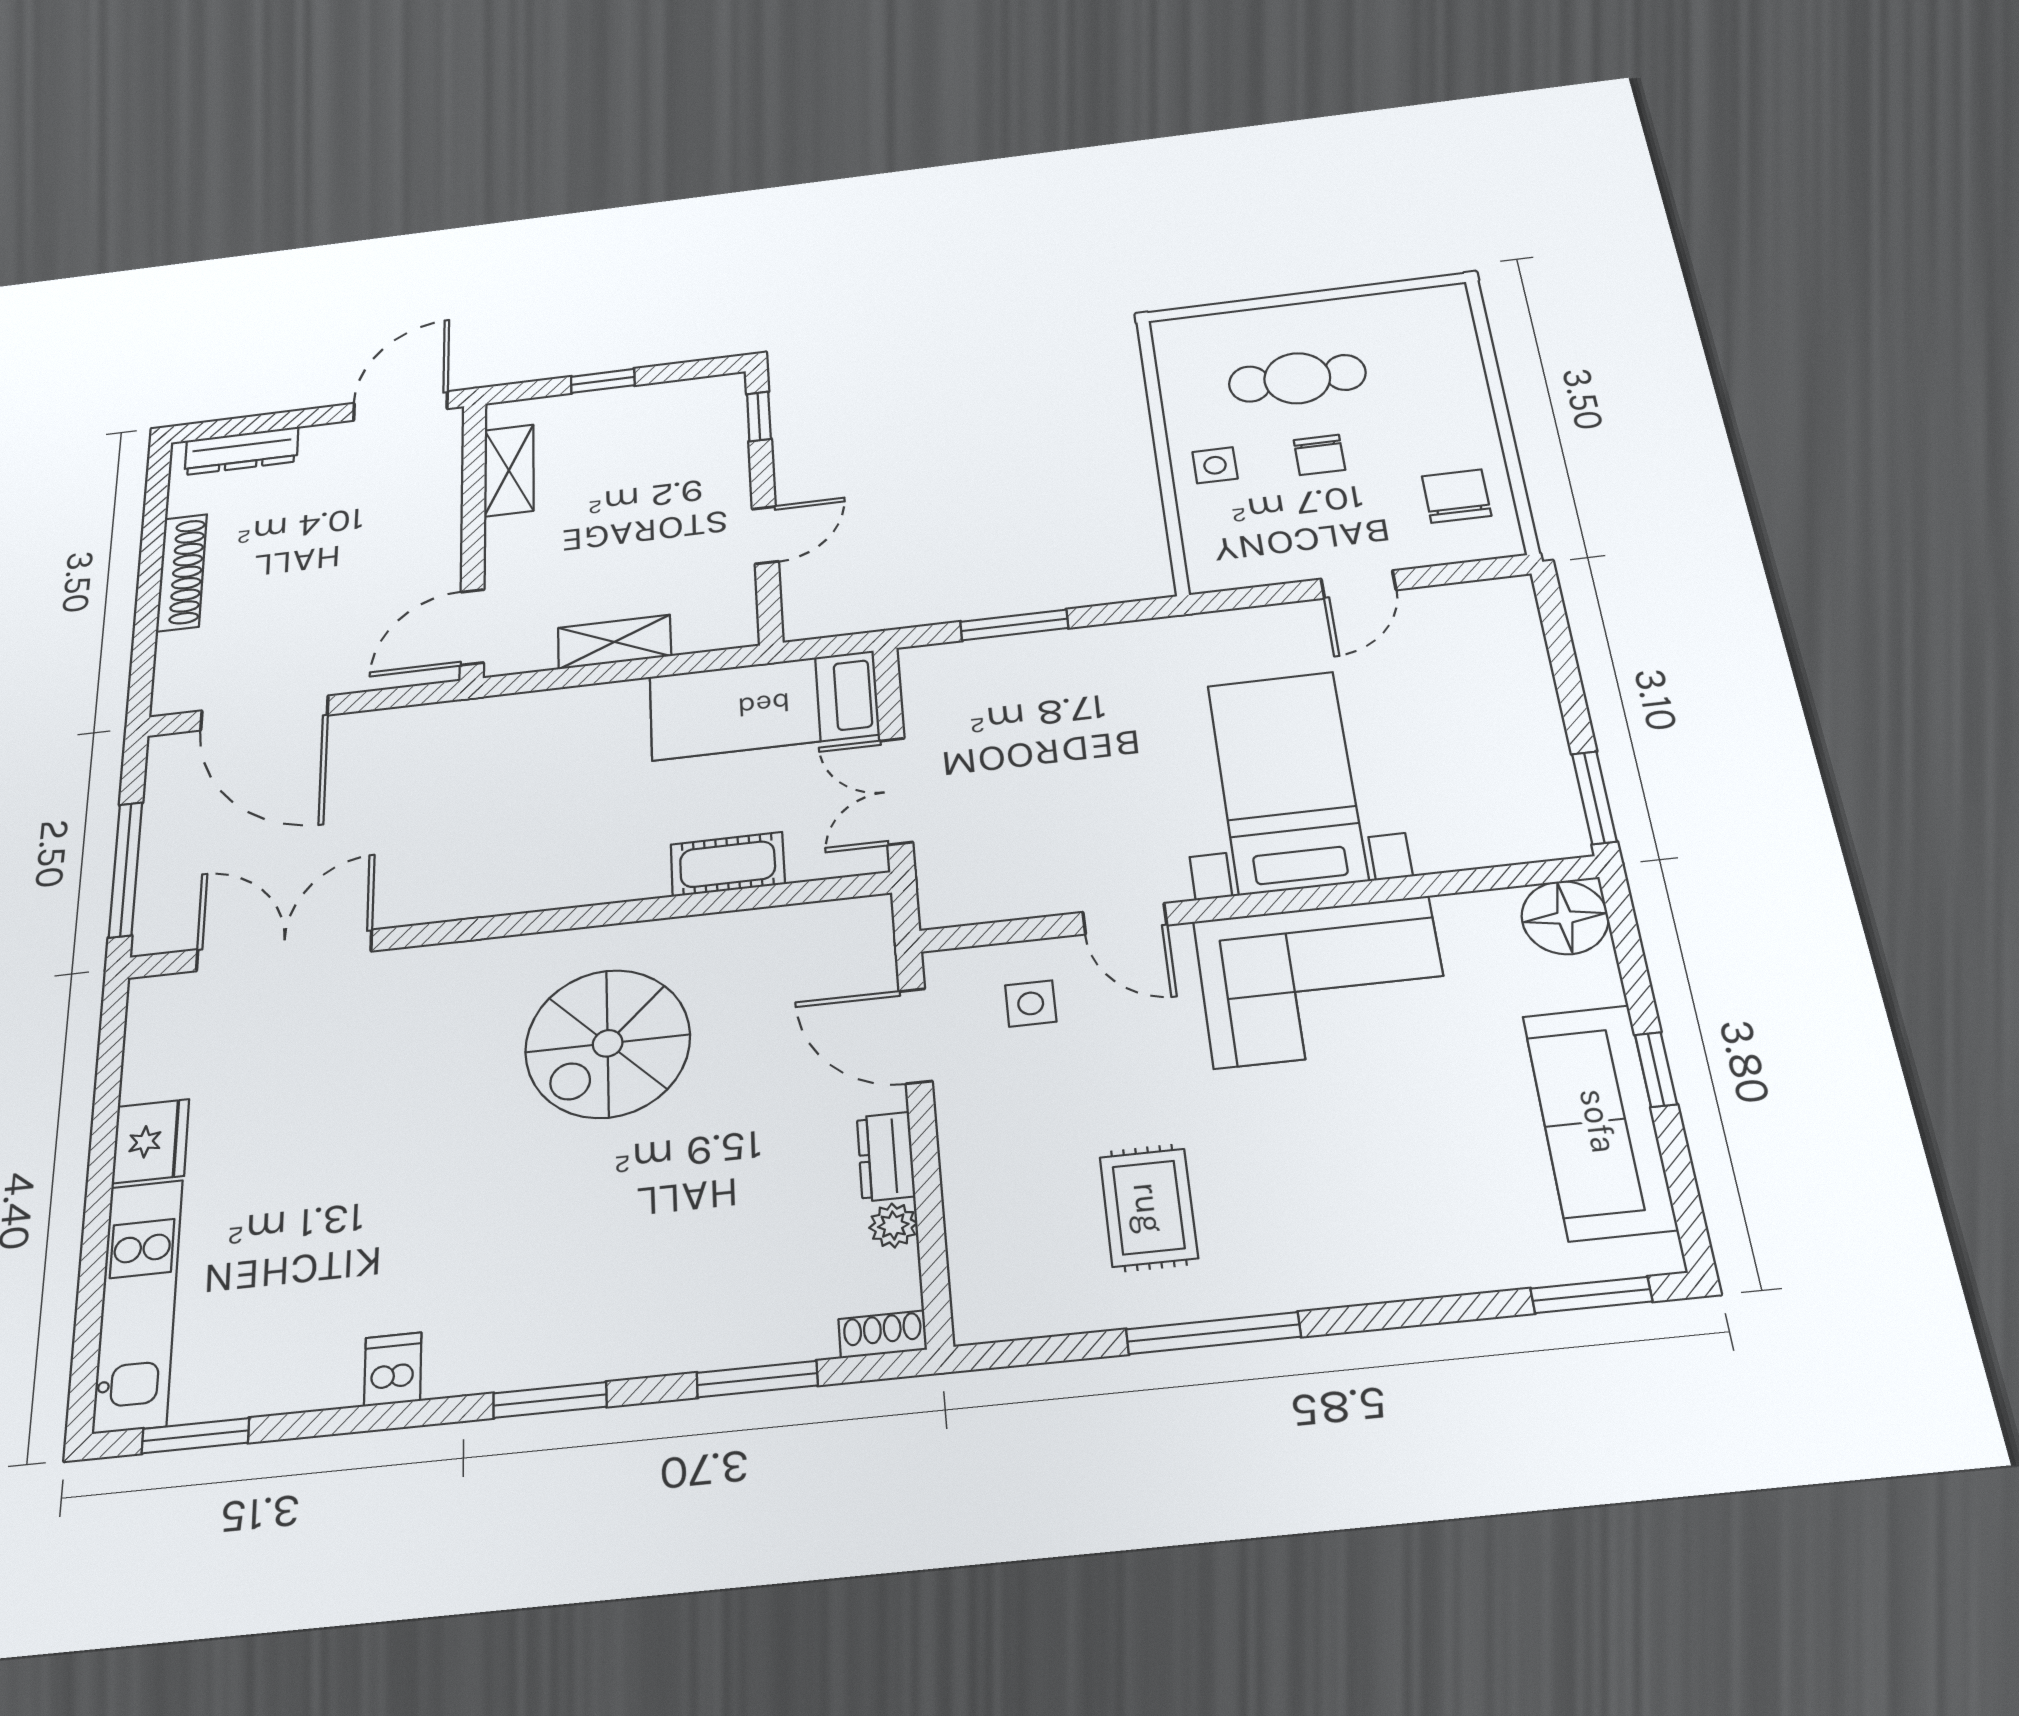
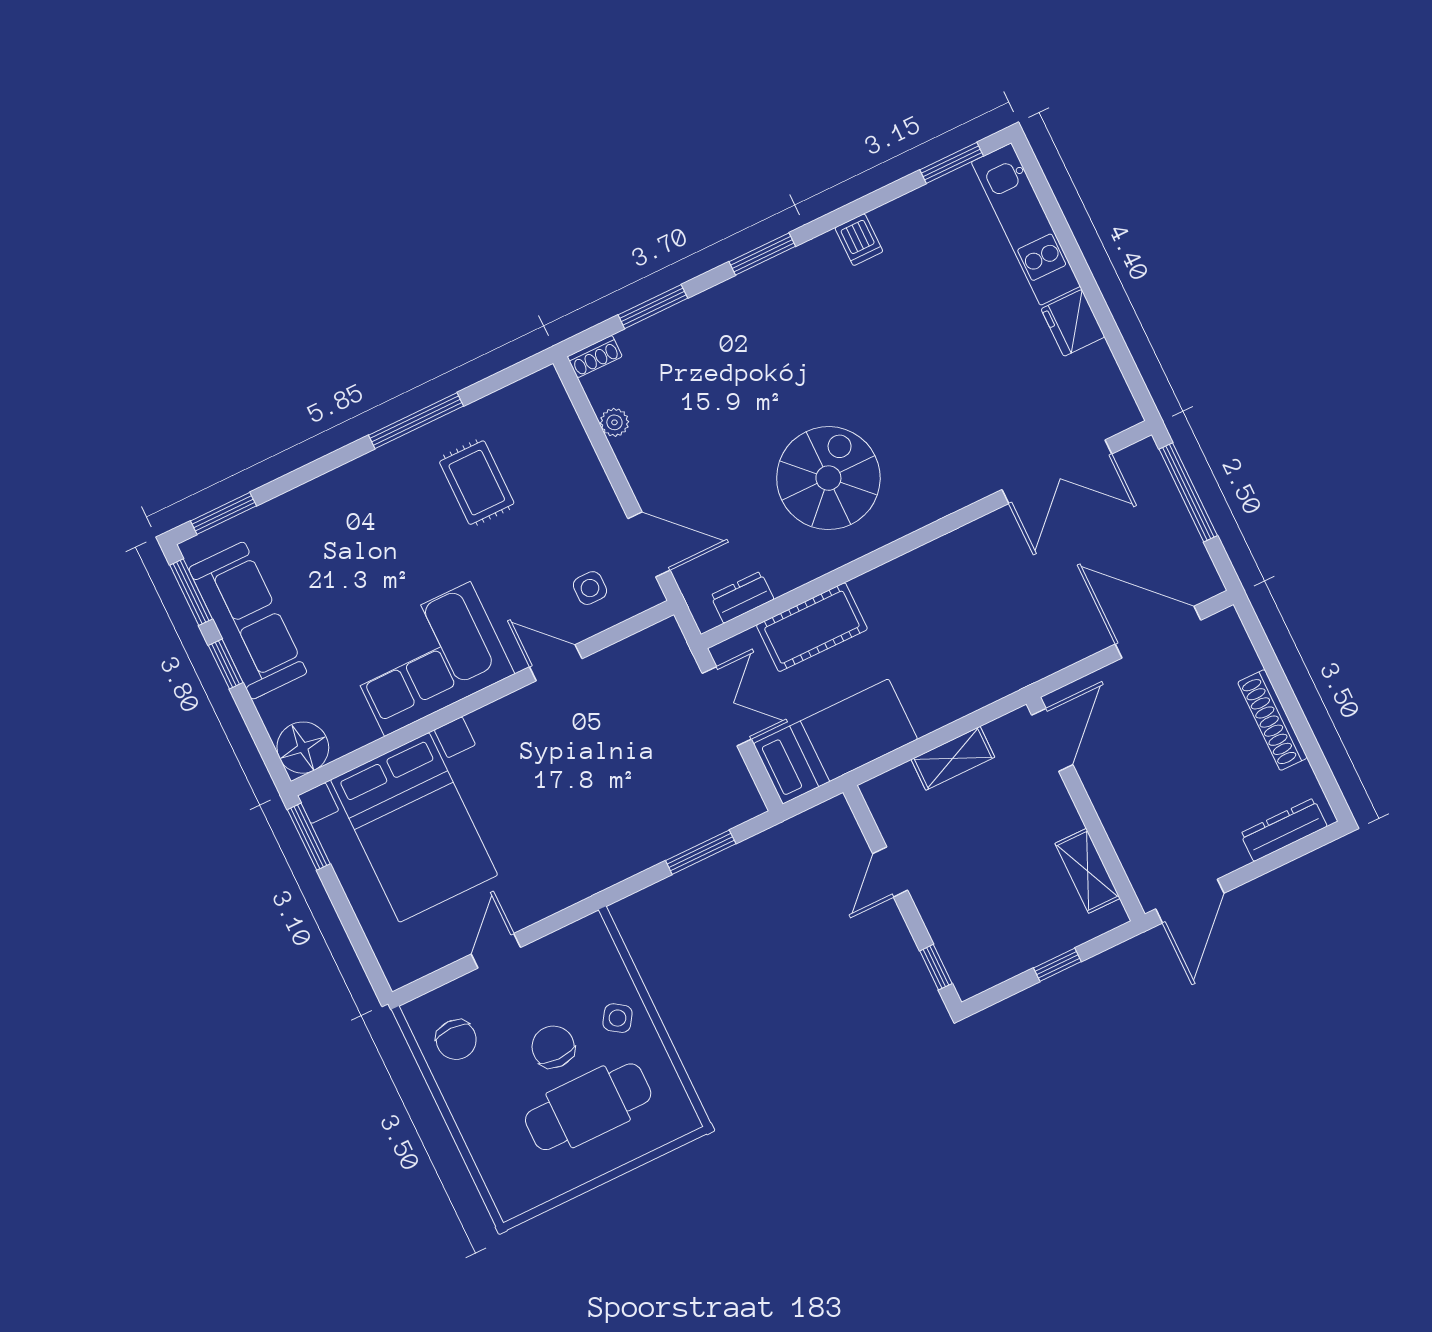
cafe table: (1297, 378) -> (588, 1107), width x1.37, depth x1.35
chair: (1319, 455) -> (553, 1047), width x1.37, depth x1.37
side table: (1215, 465) -> (618, 1018), turned 34
bed with nightstands: (1287, 782) -> (414, 827), moved, width x1.36
cot: (728, 864) -> (812, 627), width x1.37, depth x1.34
dresser: (886, 1156) -> (742, 597), moved, turned -90
window: (1684, 1192) -> (191, 592), added

